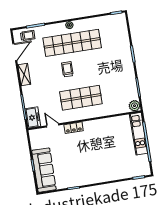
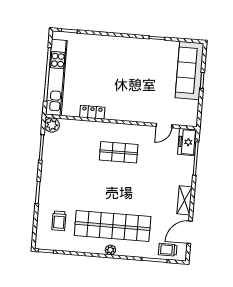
trolley: (67, 69) -> (59, 221), moved
shop shelf: (81, 98) -> (119, 152), width x0.70, depth x0.74
door: (53, 125) -> (164, 126), hinge flipped
locker: (74, 128) -> (92, 112), moved
kitchen unit: (139, 134) -> (56, 77), width x1.36

